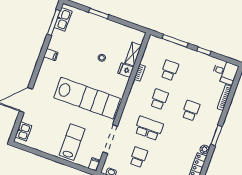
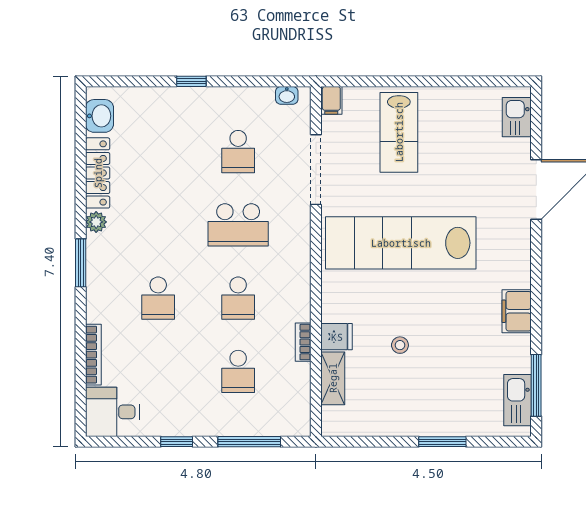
filing cabinet: (51, 55) -> (517, 311), width x2.00

